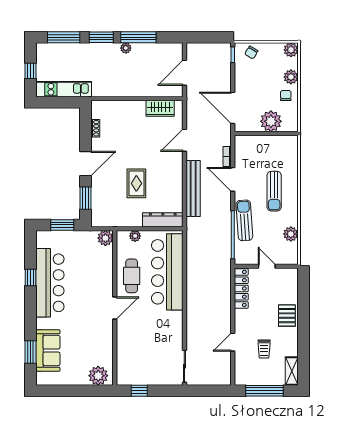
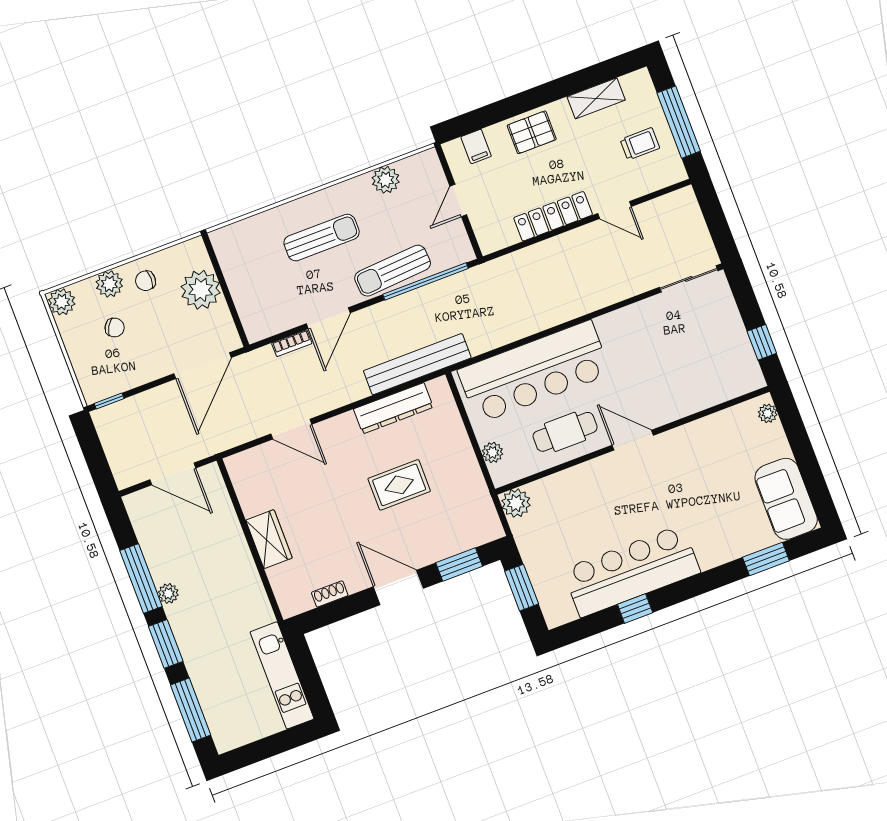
chair: (251, 52) -> (115, 328), moved
window: (31, 71) -> (272, 746), removed
wardrobe: (160, 108) -> (269, 539), moved
bench: (193, 188) -> (417, 364), moved
dresser: (163, 220) -> (393, 408), moved, turned -90
filing cabinet: (290, 285) -> (476, 146), added
locker: (241, 288) -> (553, 216), moved
trolley: (264, 349) -> (640, 144), moved
sofa: (48, 351) -> (786, 499), moved, turned -90
shelving: (292, 371) -> (596, 98), moved
plant: (98, 376) -> (768, 413), width x0.53, depth x0.53

